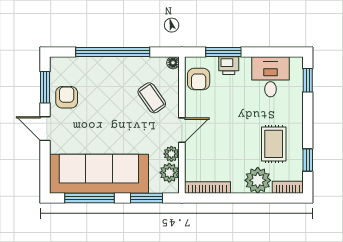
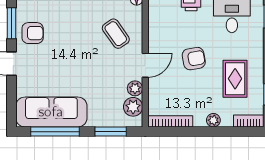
armchair: (199, 79) -> (194, 59), moved, turned -100
armchair: (67, 97) -> (33, 33), turned 90
sofa: (99, 174) -> (51, 112), width x0.74, depth x0.79
plant: (258, 180) -> (213, 120), width x0.53, depth x0.53

